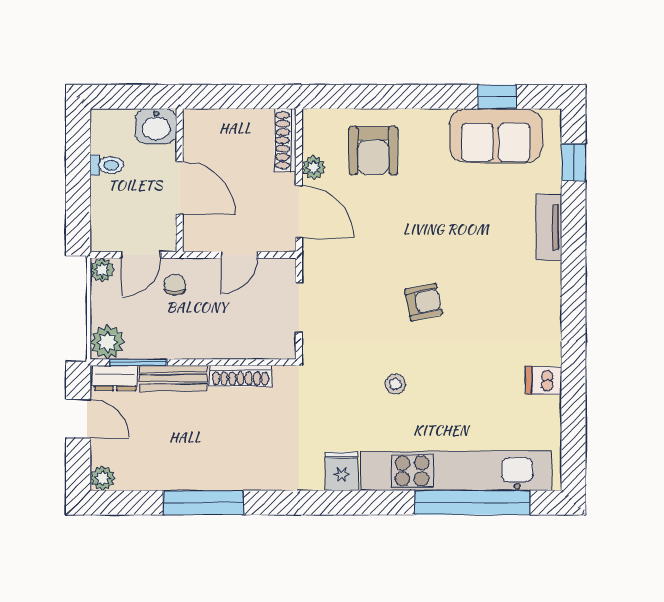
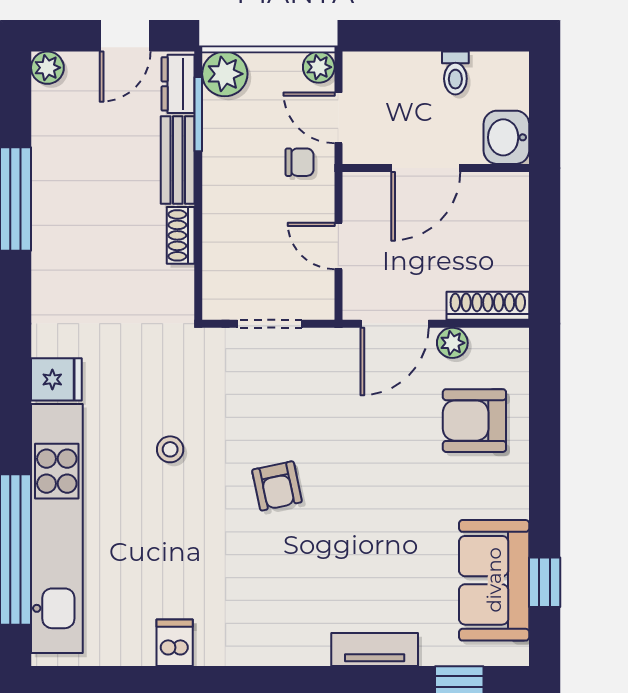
shoe rack: (241, 376) -> (181, 235), width x0.70

